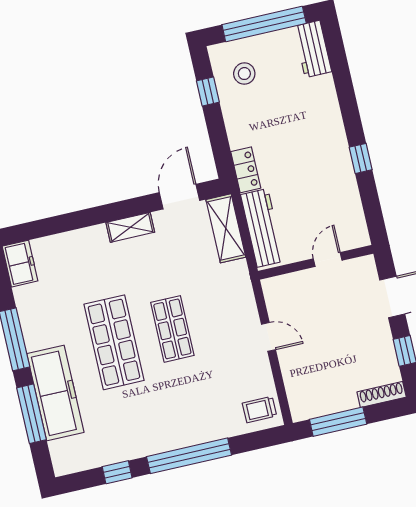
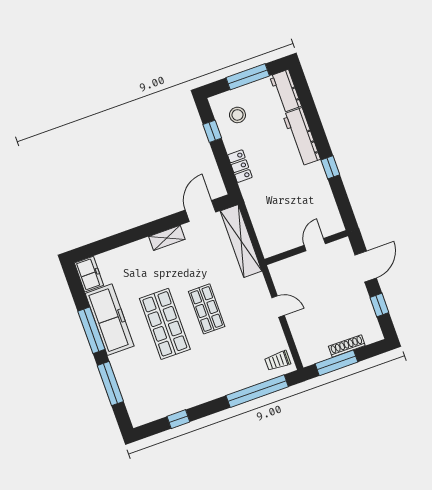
window: (264, 24) -> (248, 77), width x0.68
locker: (246, 170) -> (240, 166), moved
shelving: (226, 228) -> (241, 241), width x1.47
workbench: (262, 228) -> (302, 137), moved, turned 180
freezer: (55, 393) -> (110, 320), moved
shoe rack: (382, 395) -> (347, 346), moved
window: (189, 456) -> (257, 391), moved

